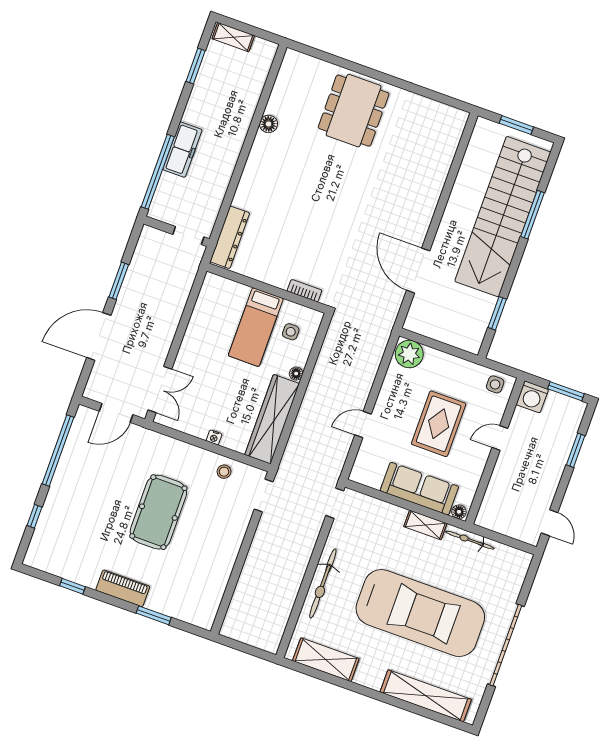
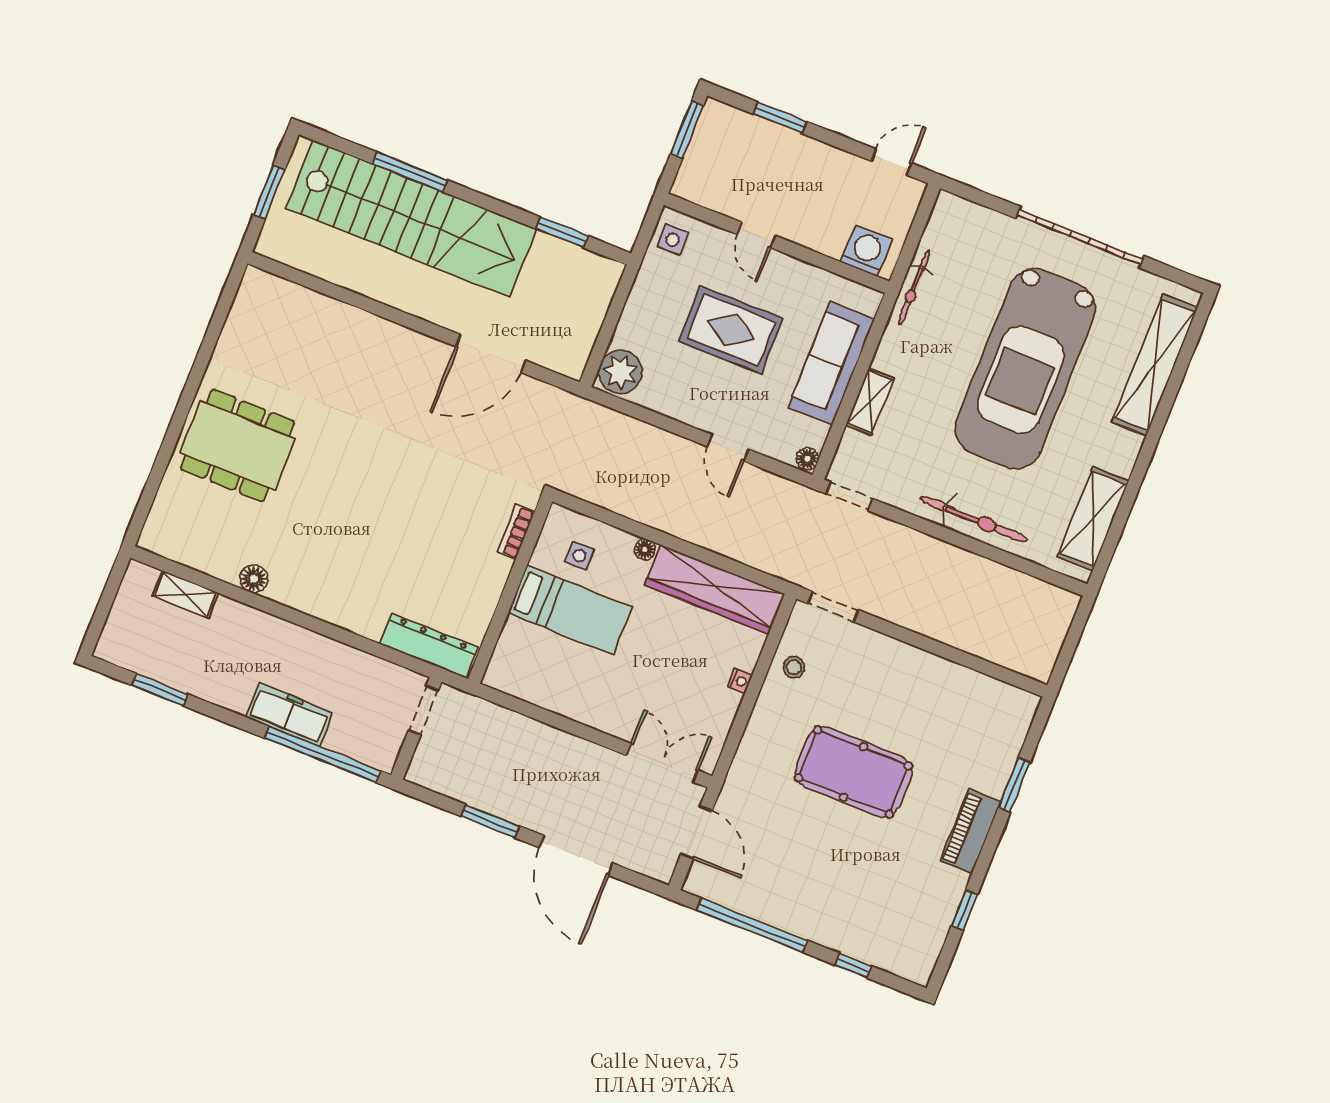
shelving: (233, 37) -> (185, 594), moved, turned 90
washing machine: (532, 397) -> (866, 251), moved, turned -90
floor lamp: (459, 512) -> (807, 459), moved
shelving: (425, 525) -> (870, 402), moved
car: (420, 613) -> (1025, 369), turned 180

